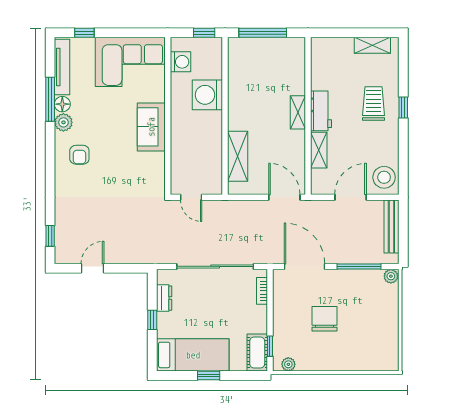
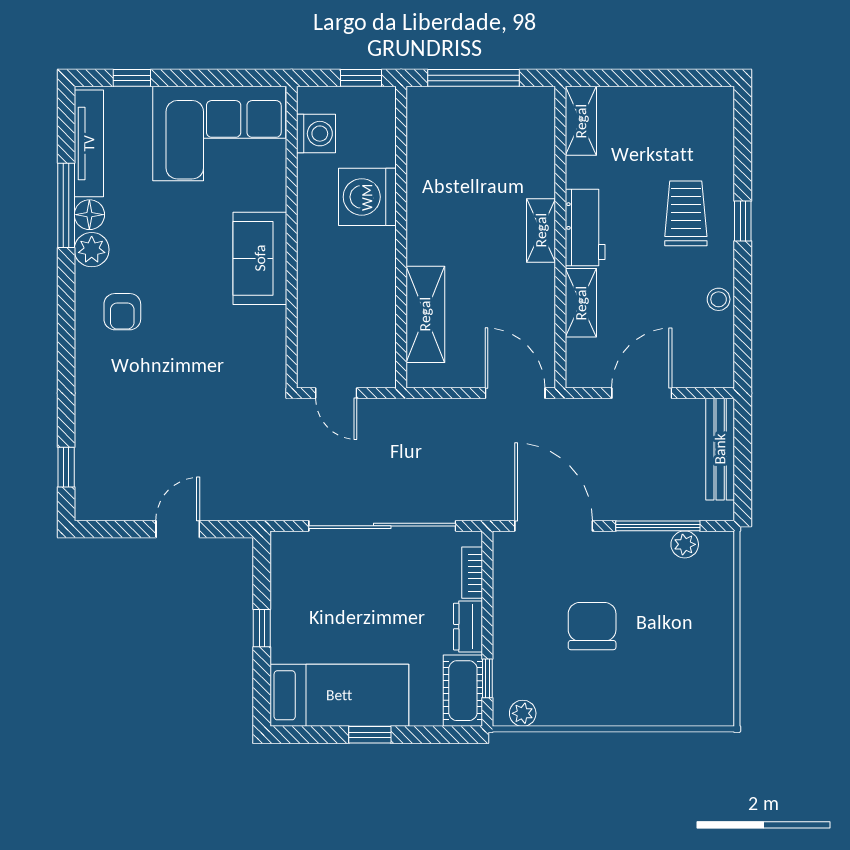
shelving: (372, 45) -> (581, 121), moved, turned 90
stool: (384, 177) -> (719, 299), moved, width x0.53, depth x0.53
door: (92, 268) -> (178, 529), moved
plant: (391, 276) -> (685, 544), moved
dresser: (164, 298) -> (468, 627), moved, turned 180

